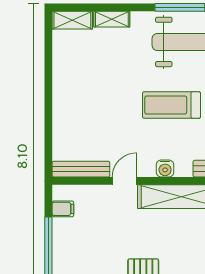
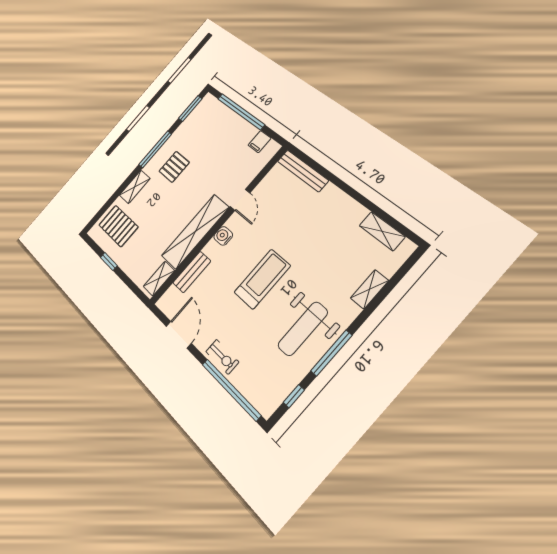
shelving: (72, 20) -> (382, 231), moved, turned 90
bench: (81, 169) -> (303, 171), moved, turned 90

